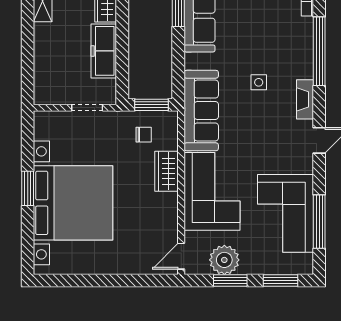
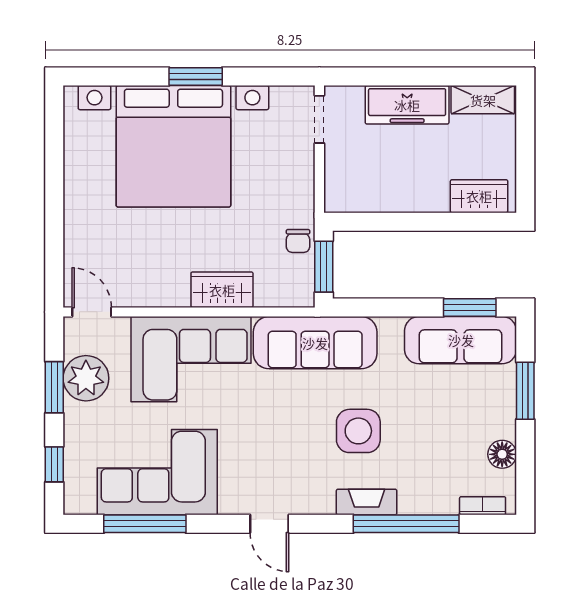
freezer: (104, 51) -> (407, 105), moved, turned 180
side table: (259, 82) -> (358, 431), width x1.87, depth x1.87
fireplace: (305, 99) -> (367, 502), moved
doorway: (87, 108) -> (319, 119), moved
chair: (144, 135) -> (298, 241), moved
window: (280, 281) -> (54, 464), width x0.67

